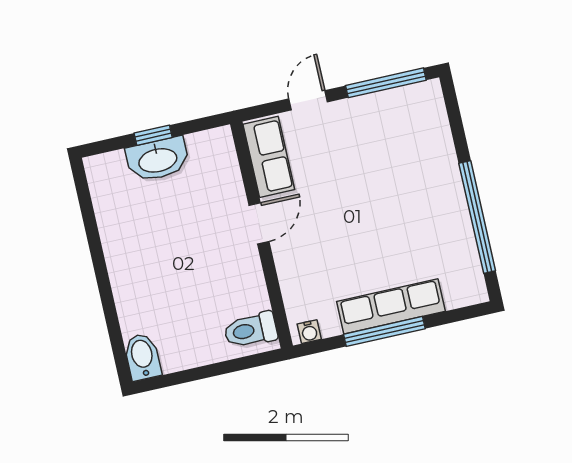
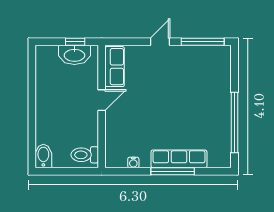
row of seats: (269, 157) -> (115, 67), moved
door: (259, 223) -> (102, 100), moved
wall: (262, 235) -> (102, 106), moved
toilet: (251, 330) -> (85, 155), moved

